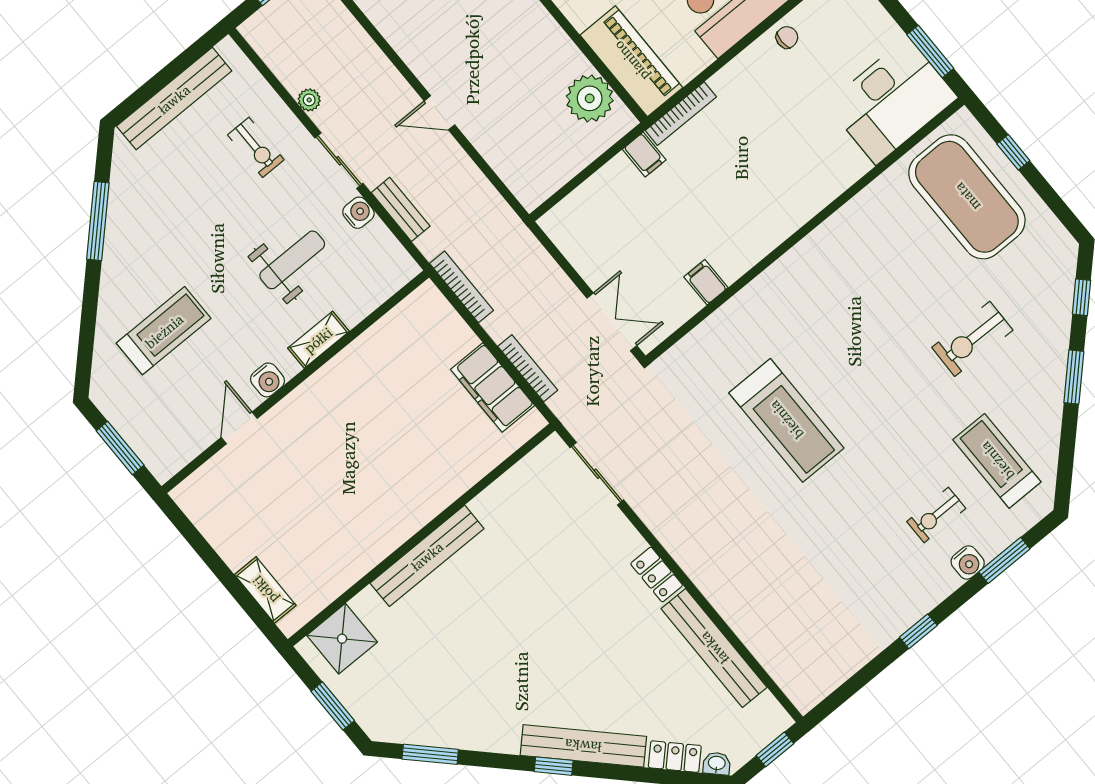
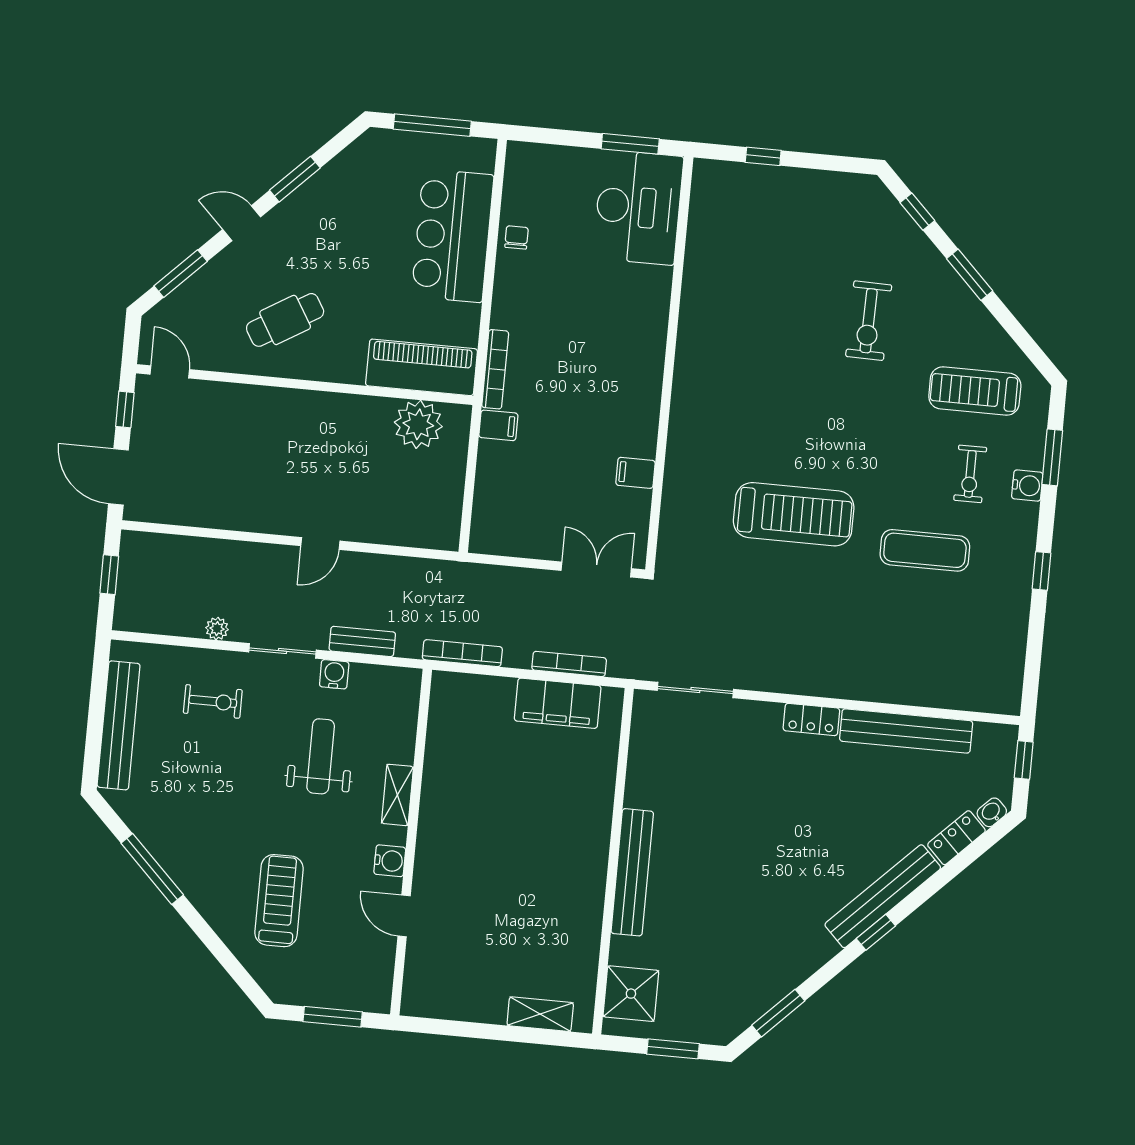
exercise mat: (967, 197) -> (925, 550), moved, width x0.50, depth x0.69

